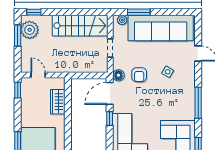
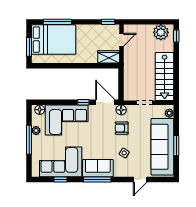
window: (139, 12) -> (176, 146), moved
window: (18, 36) -> (156, 22), removed
wardrobe: (58, 102) -> (109, 57), moved
sofa: (185, 102) -> (98, 168), added

